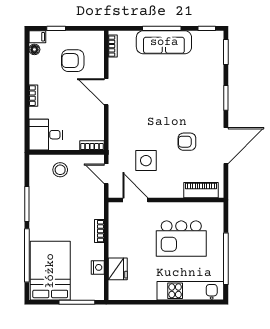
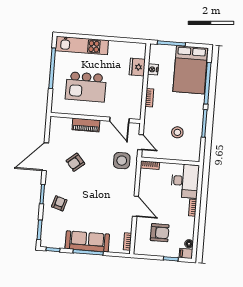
armchair: (203, 88) -> (59, 203), added
desk: (46, 135) -> (185, 181), width x1.37
armchair: (187, 142) -> (75, 162), turned 140
side table: (146, 161) -> (122, 161), moved
stool: (60, 170) -> (177, 132), moved
piano: (201, 190) -> (86, 125), moved
kitchen island: (181, 239) -> (86, 87), turned 180

